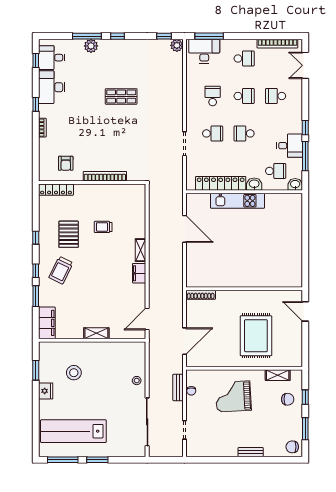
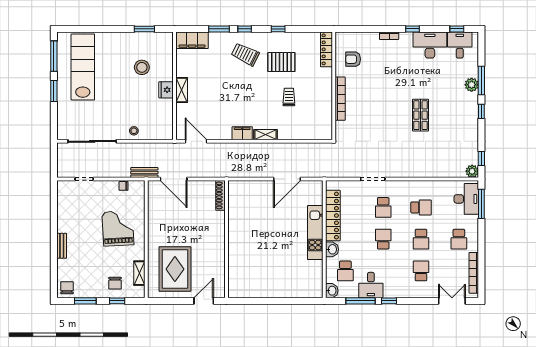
rug: (256, 336) -> (175, 269), moved, turned 90
bench: (178, 387) -> (144, 173), moved
fridge: (46, 391) -> (166, 90), moved, turned 90

